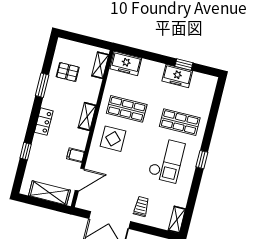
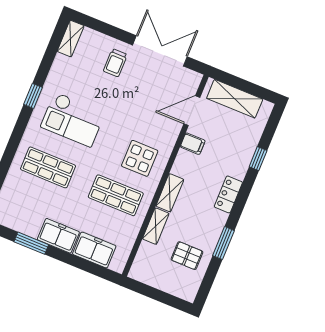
freezer: (126, 63) -> (94, 250), moved
window: (184, 64) -> (31, 243), width x1.50
shelving: (100, 65) -> (156, 226), moved
freezer: (177, 76) -> (58, 236), moved
checkout: (167, 160) -> (73, 119), turned -90
window: (202, 160) -> (33, 96), moved

